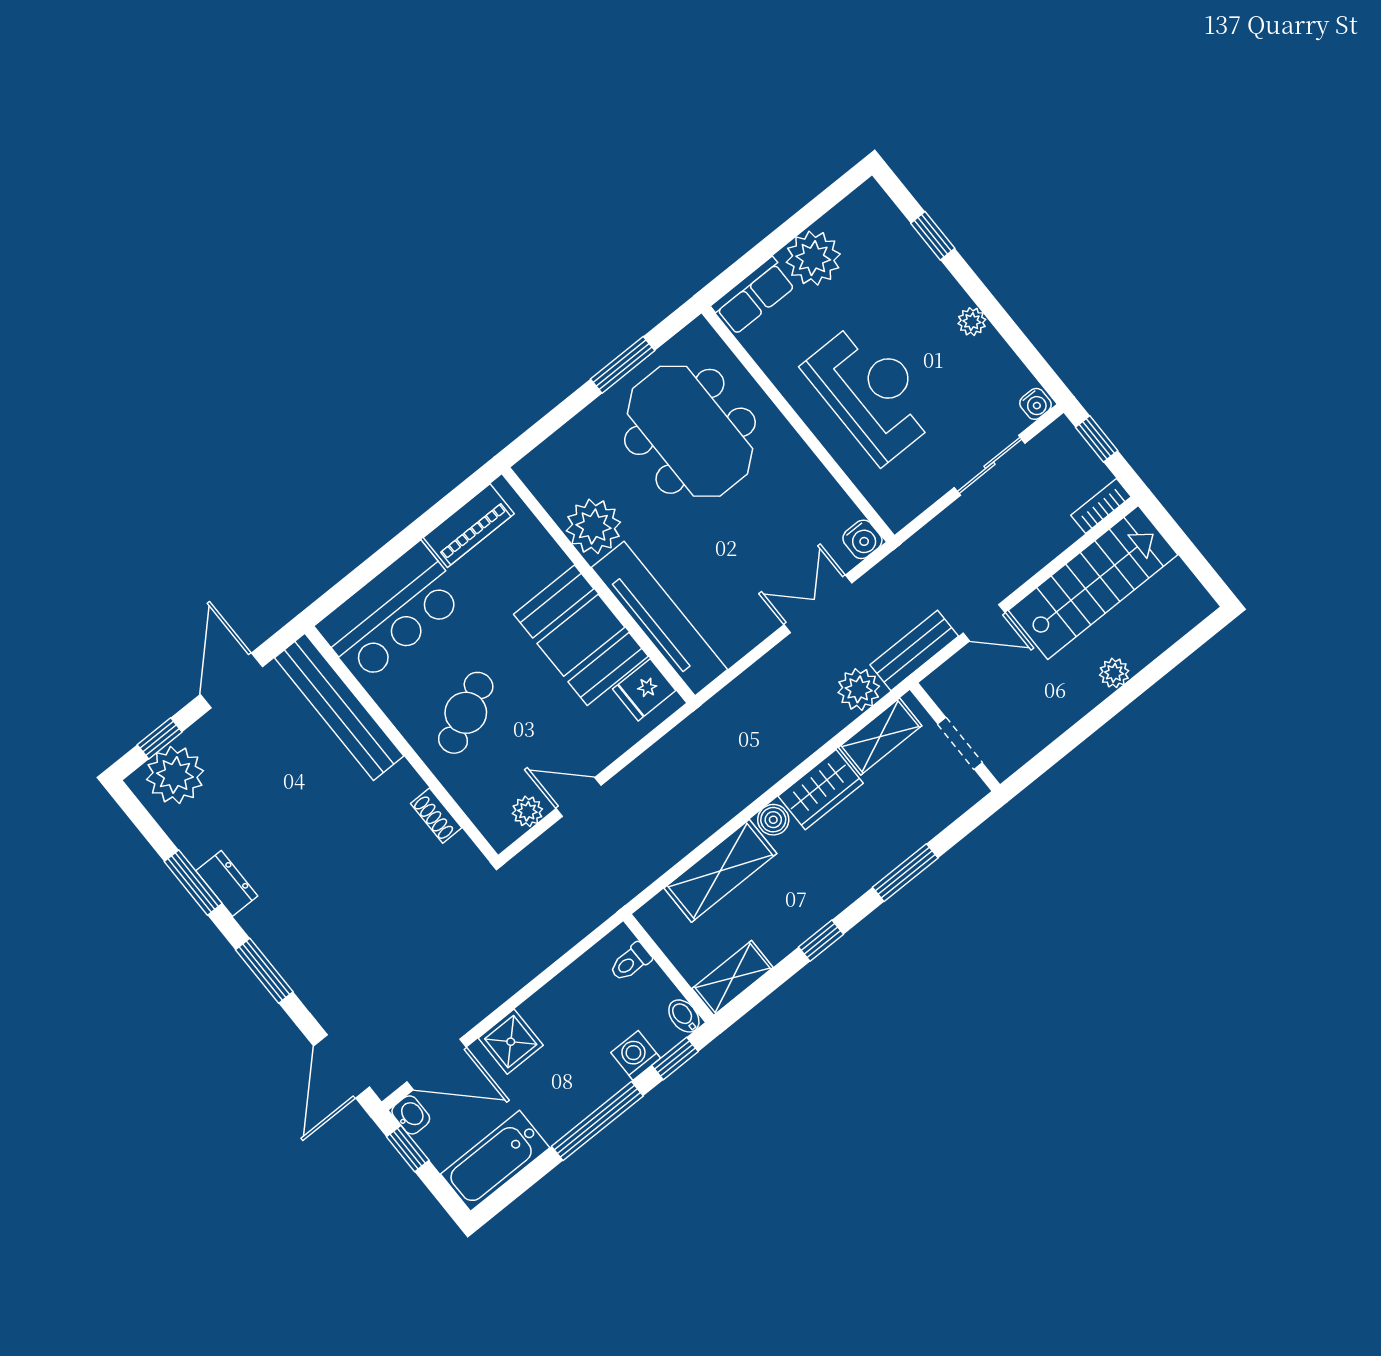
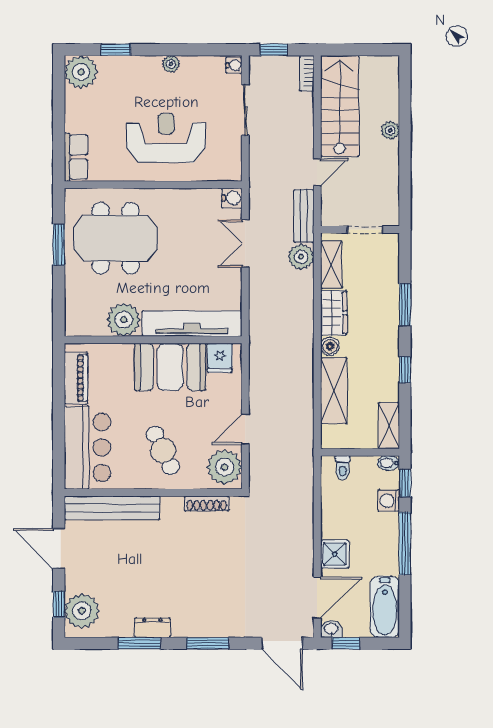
plant: (813, 258) -> (81, 72), moved
plant: (527, 811) -> (225, 467), width x1.87, depth x1.87
shoe rack: (436, 816) -> (207, 503), width x1.43

